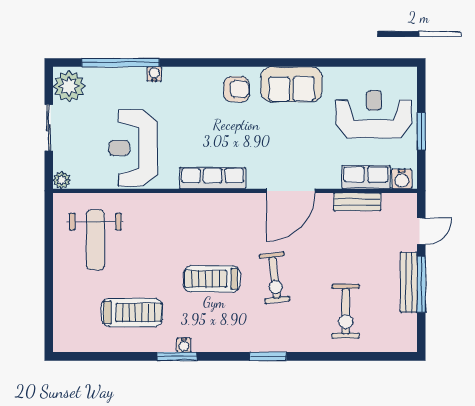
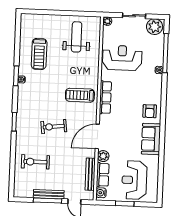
reception desk: (374, 114) -> (134, 180), turned 180
plant: (329, 178) -> (103, 156), added
door: (291, 191) -> (97, 136), hinge flipped
bench: (357, 202) -> (90, 174), width x1.36
weight bench: (95, 240) -> (77, 37), turned 90
treadmill: (212, 279) -> (80, 95), moved, turned -90

